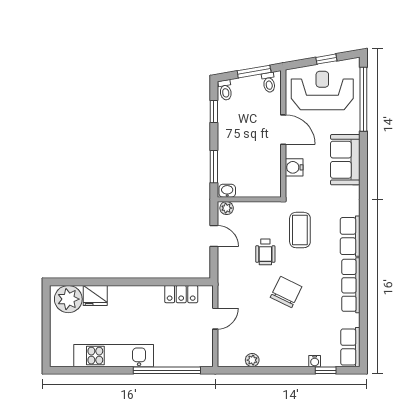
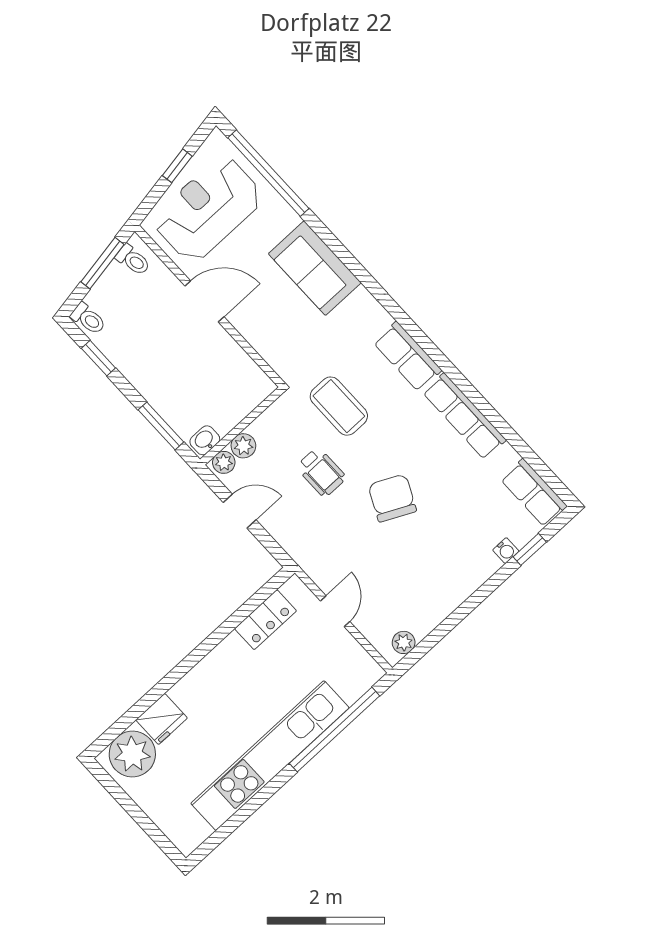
water cooler: (294, 167) -> (261, 335), removed
plant: (242, 209) -> (243, 446), added
kitchen unit: (114, 356) -> (270, 756), width x1.36
plant: (252, 360) -> (404, 642), moved

